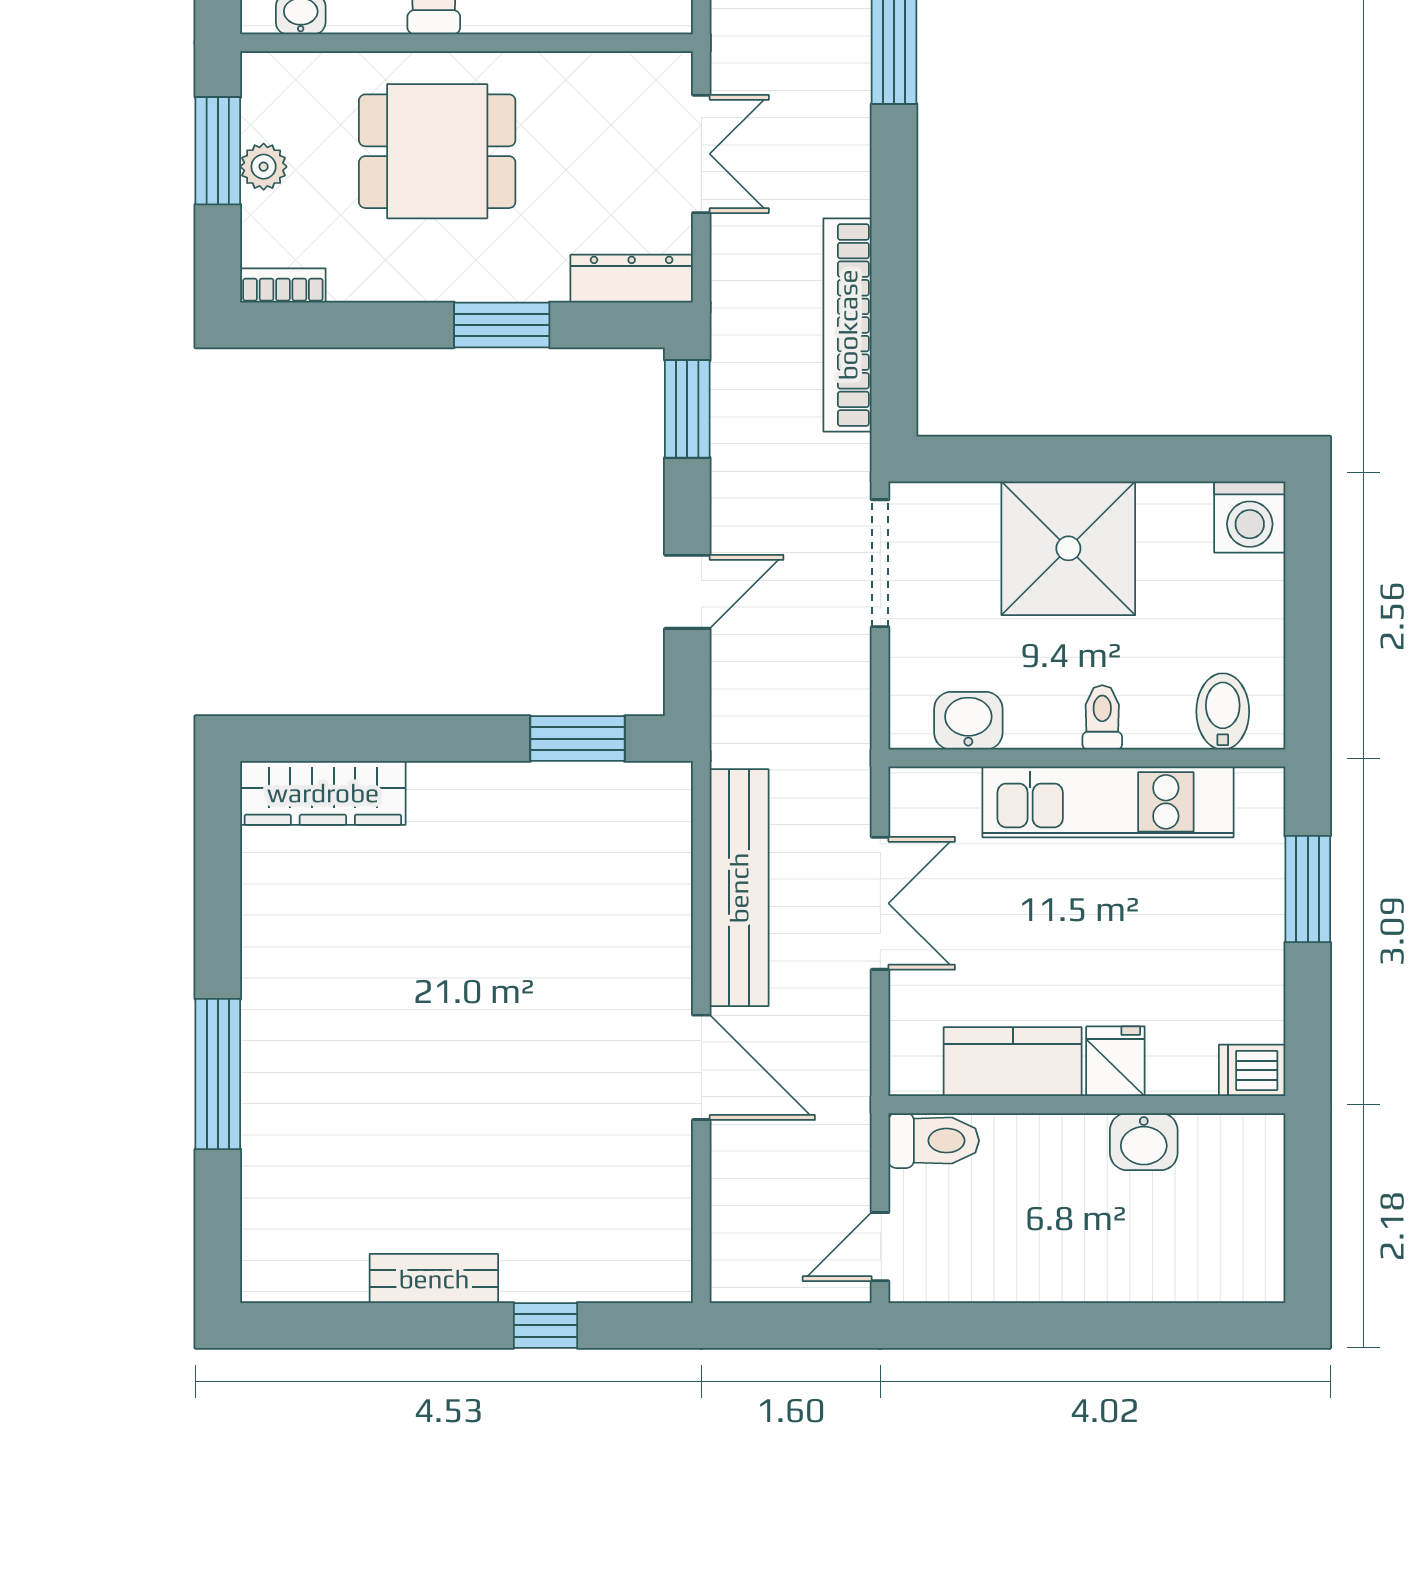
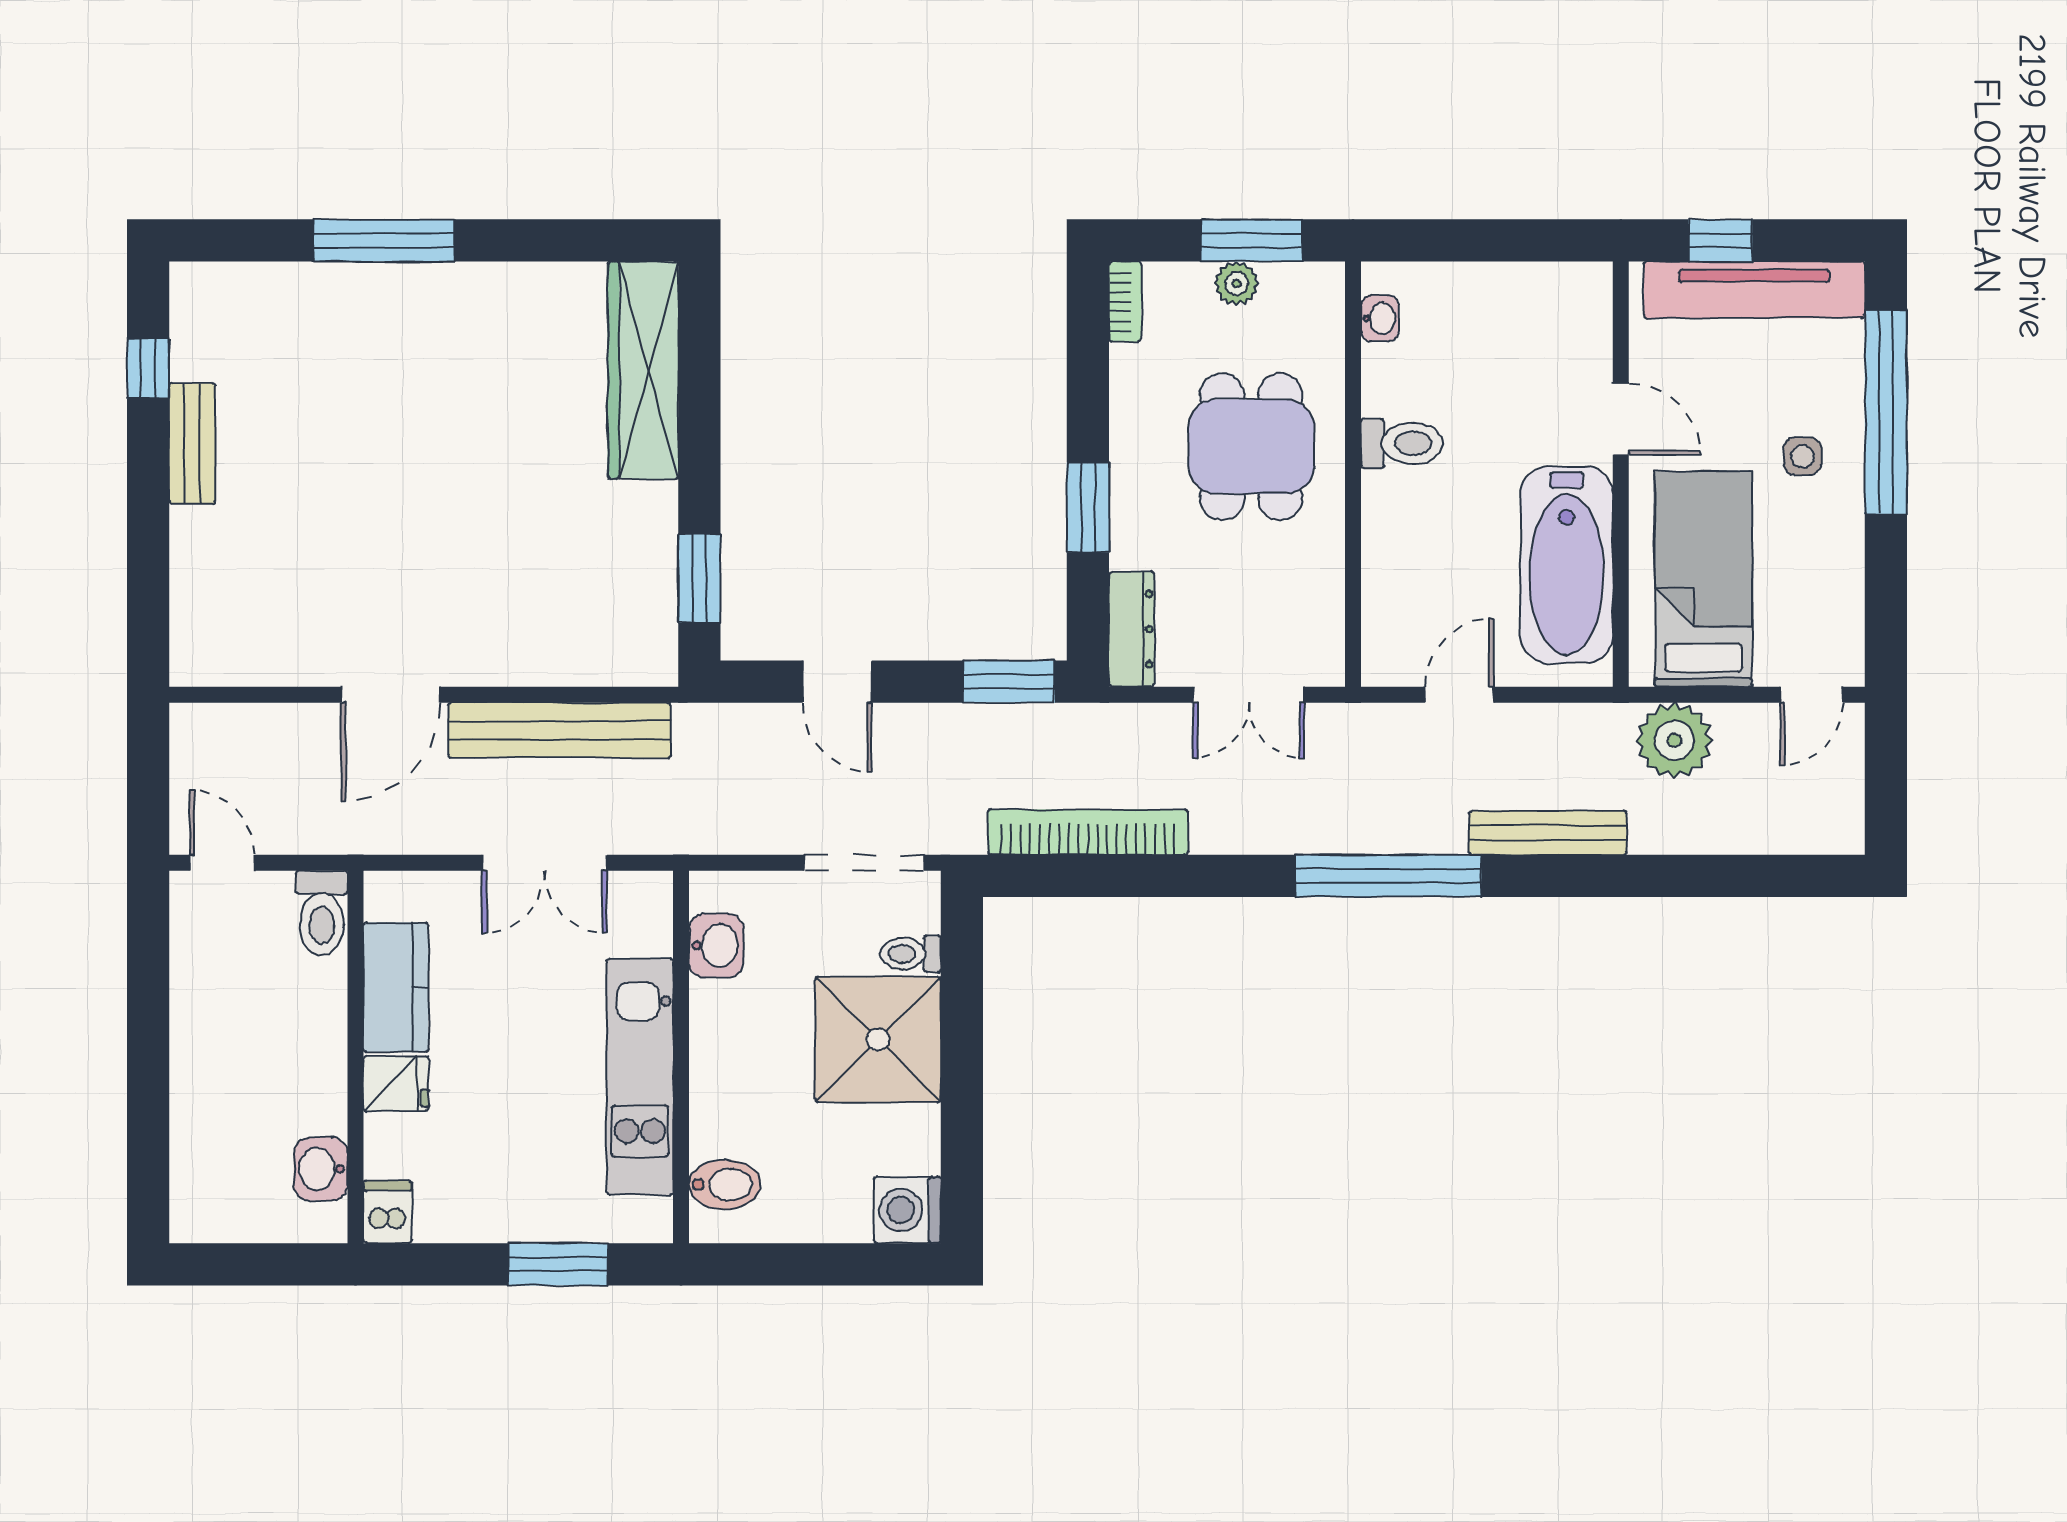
toilet: (1102, 717) -> (911, 954), moved, turned 180
wardrobe: (323, 793) -> (643, 370), width x1.40, depth x1.17
washbasin: (1144, 1142) -> (321, 1169), moved
window: (546, 1325) -> (148, 369), moved

